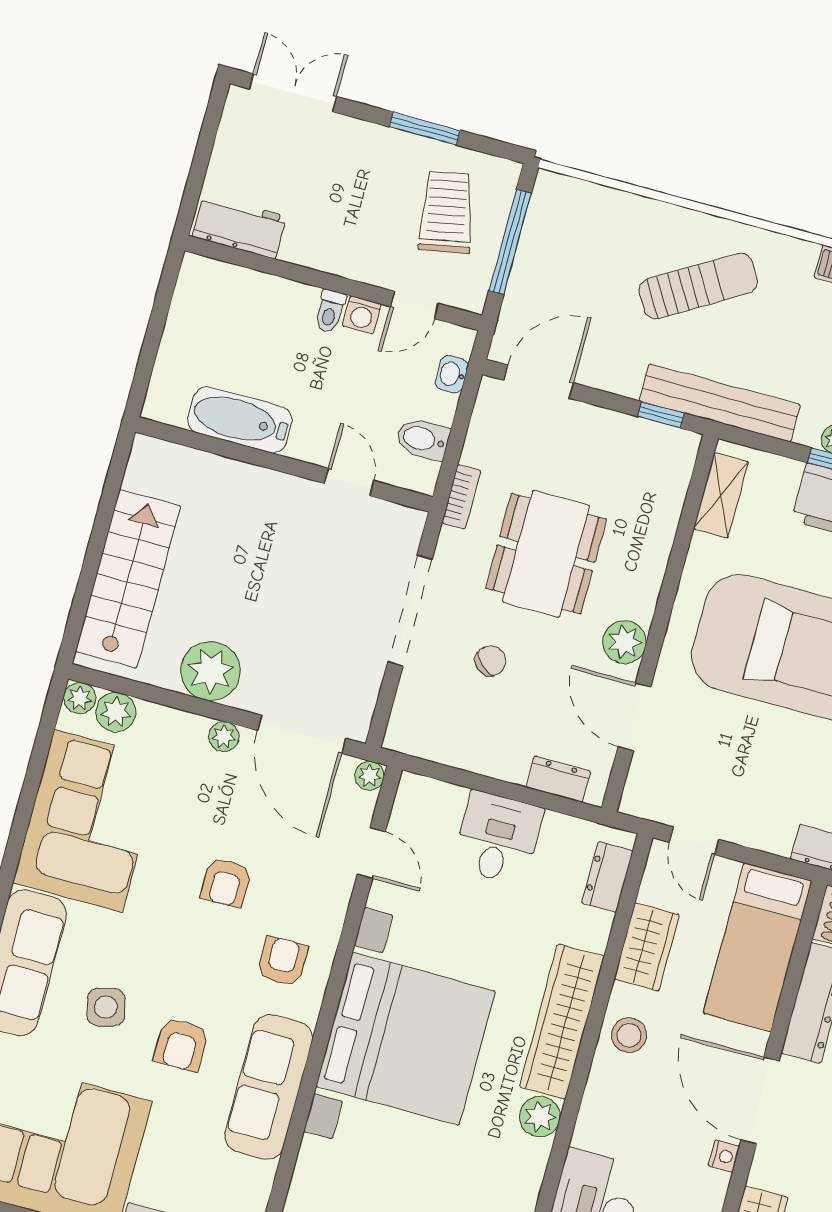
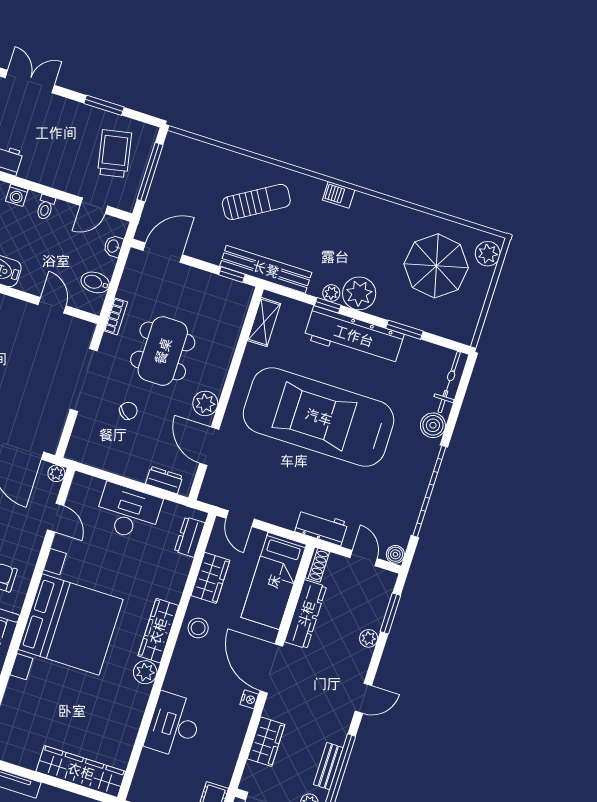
washing machine: (362, 315) -> (17, 195), moved
desk: (498, 838) -> (128, 512), width x1.37
wardrobe: (562, 1021) -> (158, 631), width x0.71, depth x0.85

